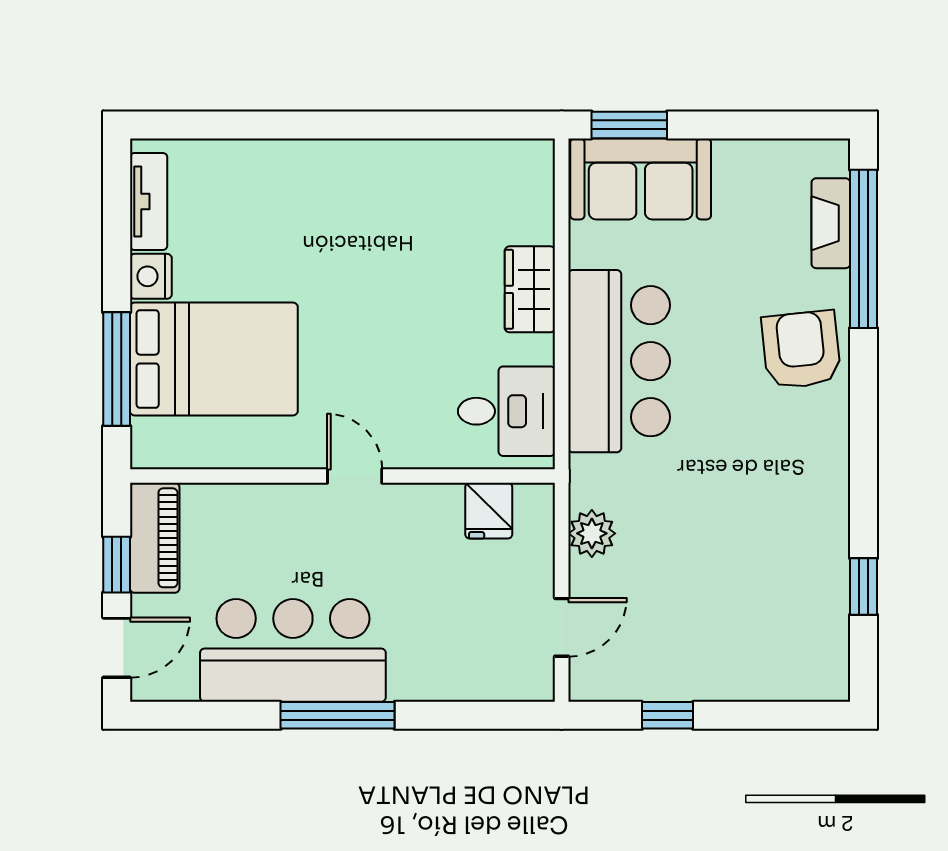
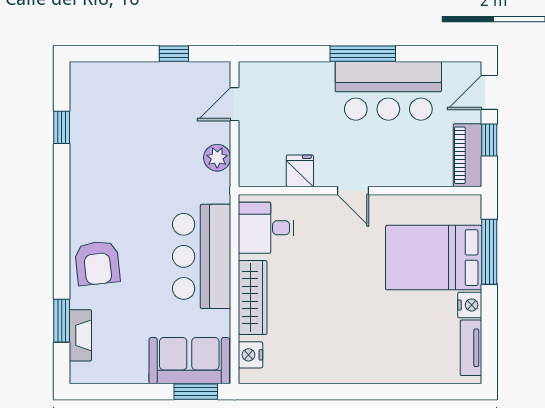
nightstand: (534, 189) -> (250, 355), added
window: (864, 249) -> (62, 321), width x0.47
wardrobe: (530, 289) -> (253, 297), width x1.50
fridge: (489, 511) -> (300, 171), moved

